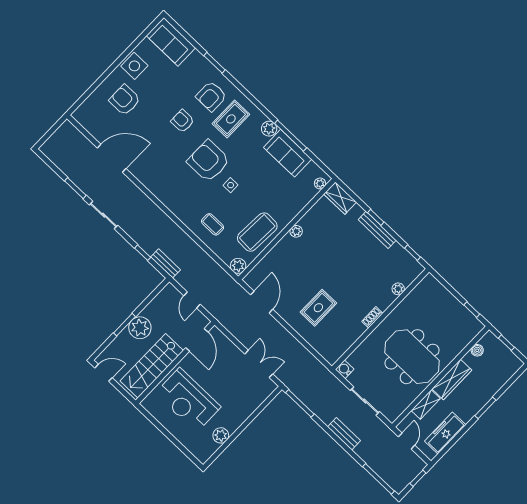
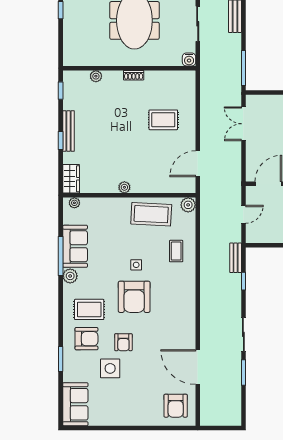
side table: (134, 66) -> (110, 368), moved
armchair: (125, 100) -> (176, 406), moved

